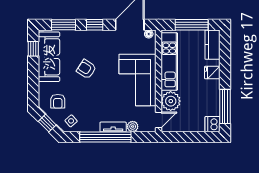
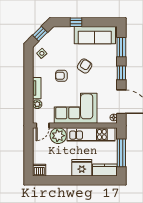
window: (33, 49) -> (76, 22), moved
fridge: (212, 73) -> (82, 168), width x1.88, depth x1.34
armchair: (58, 101) -> (61, 76), moved
window: (225, 107) -> (54, 180), removed
door: (159, 120) -> (43, 126), hinge flipped
window: (105, 137) -> (29, 82), removed

